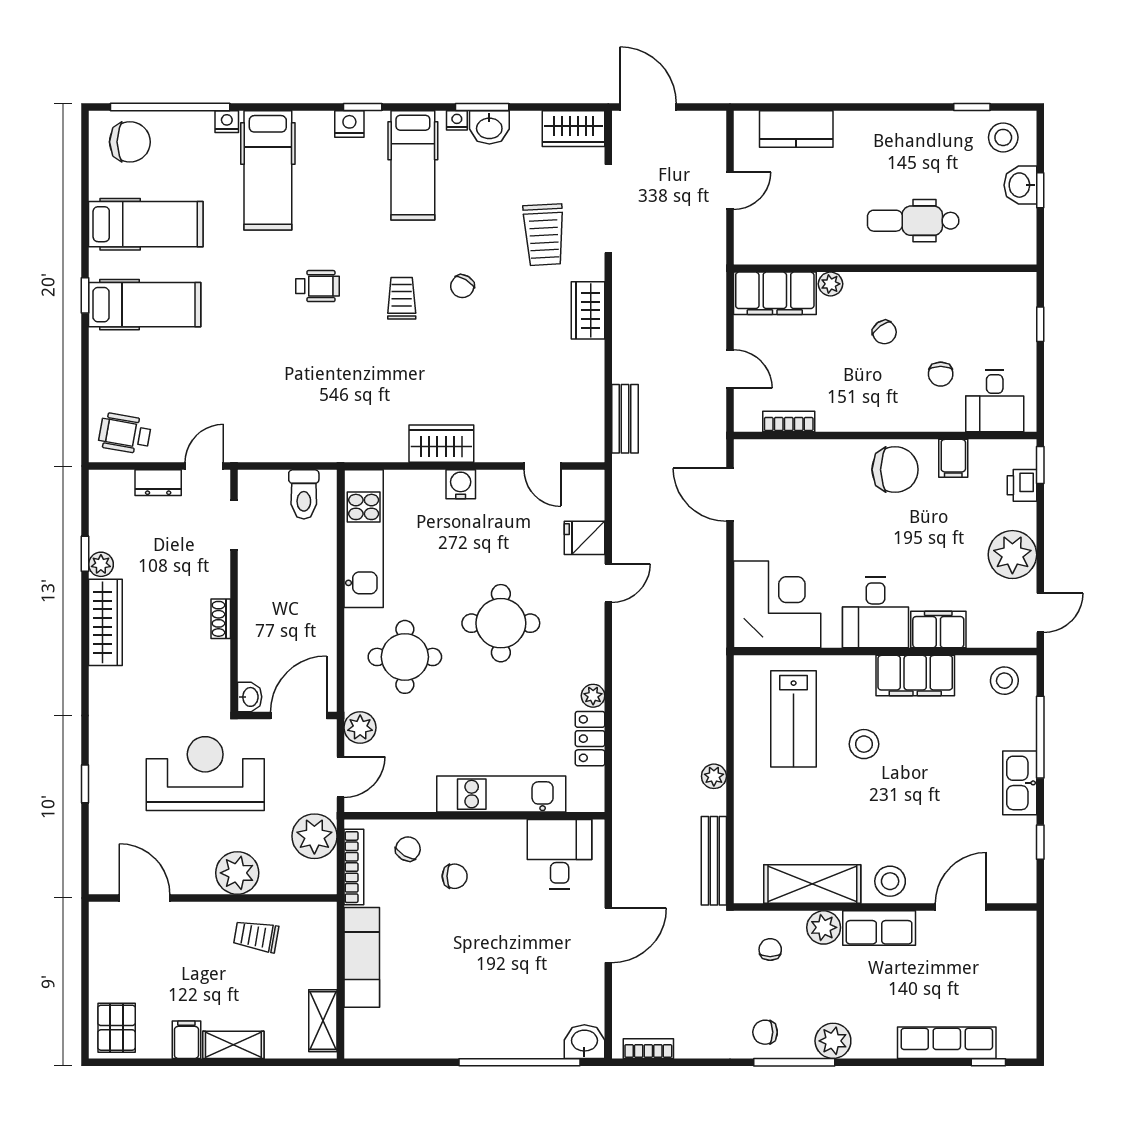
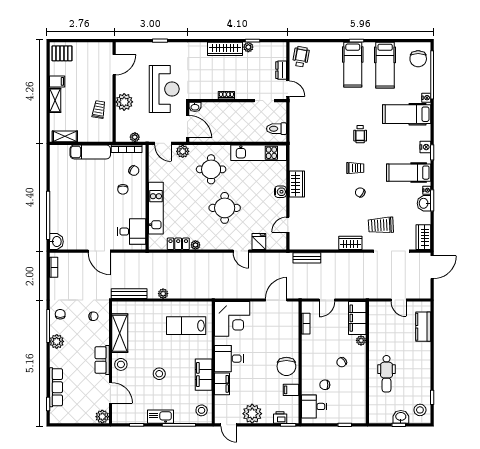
dental chair: (913, 221) -> (387, 374), turned 180
stool: (864, 744) -> (159, 374), moved
plant: (314, 836) -> (135, 137), width x0.53, depth x0.53
plant: (824, 927) -> (102, 417), moved

